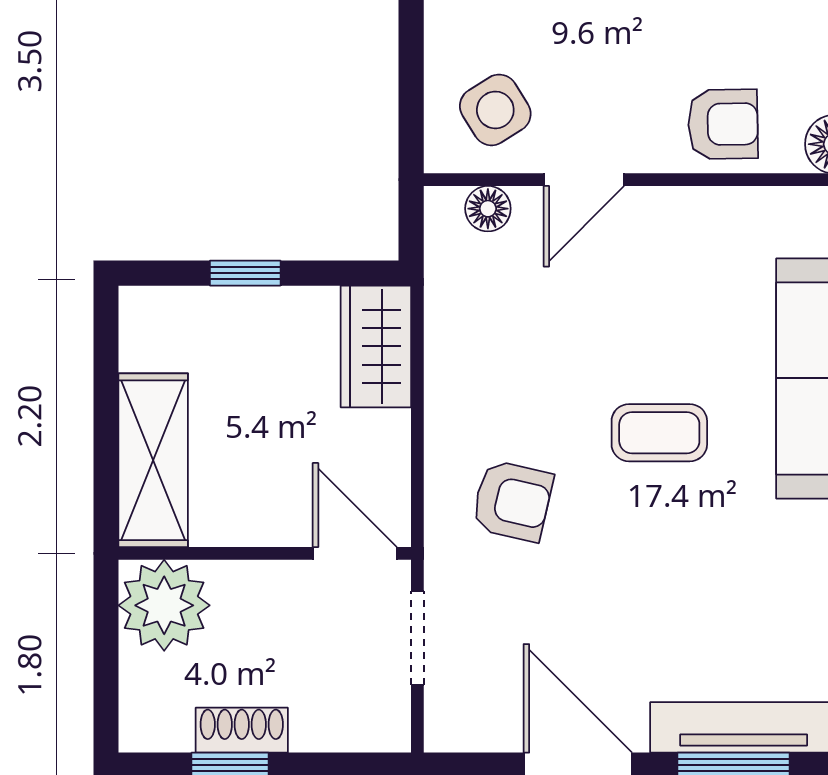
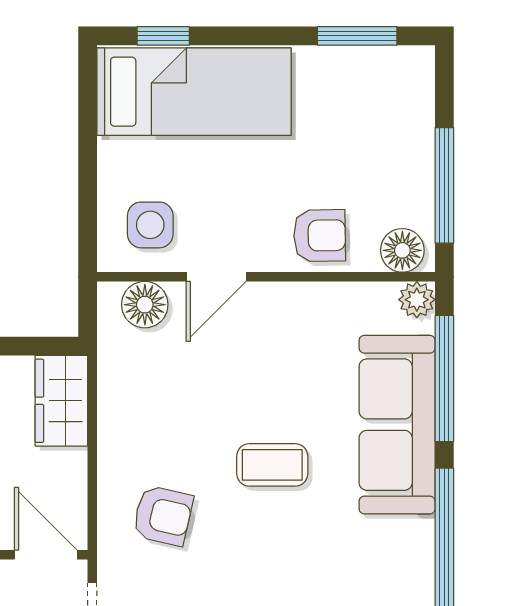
side table: (495, 110) -> (150, 225), turned 32
floor lamp: (488, 209) -> (145, 305), width x1.37, depth x1.37

